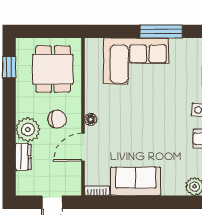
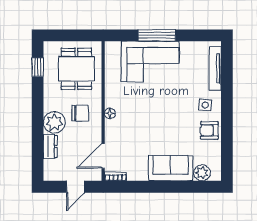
window: (161, 31) -> (157, 35), moved
door: (83, 147) -> (103, 156), moved
sofa: (136, 181) -> (171, 168), moved

